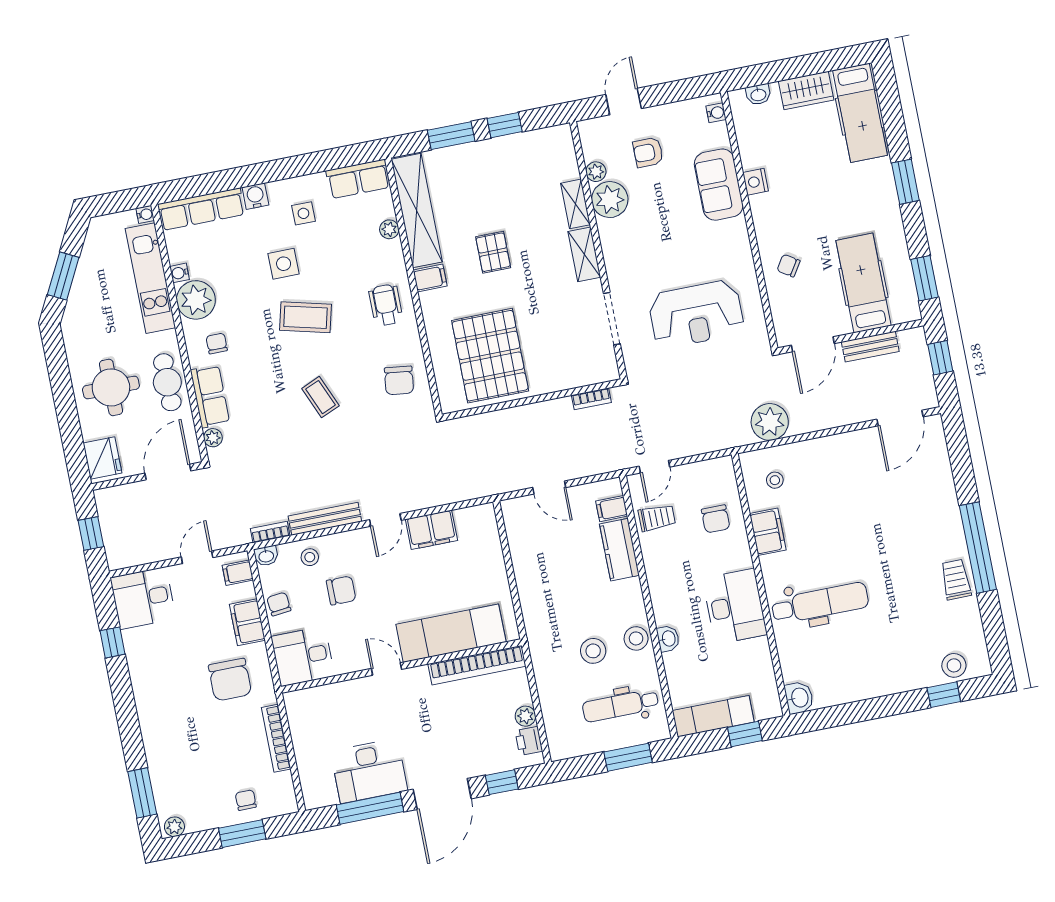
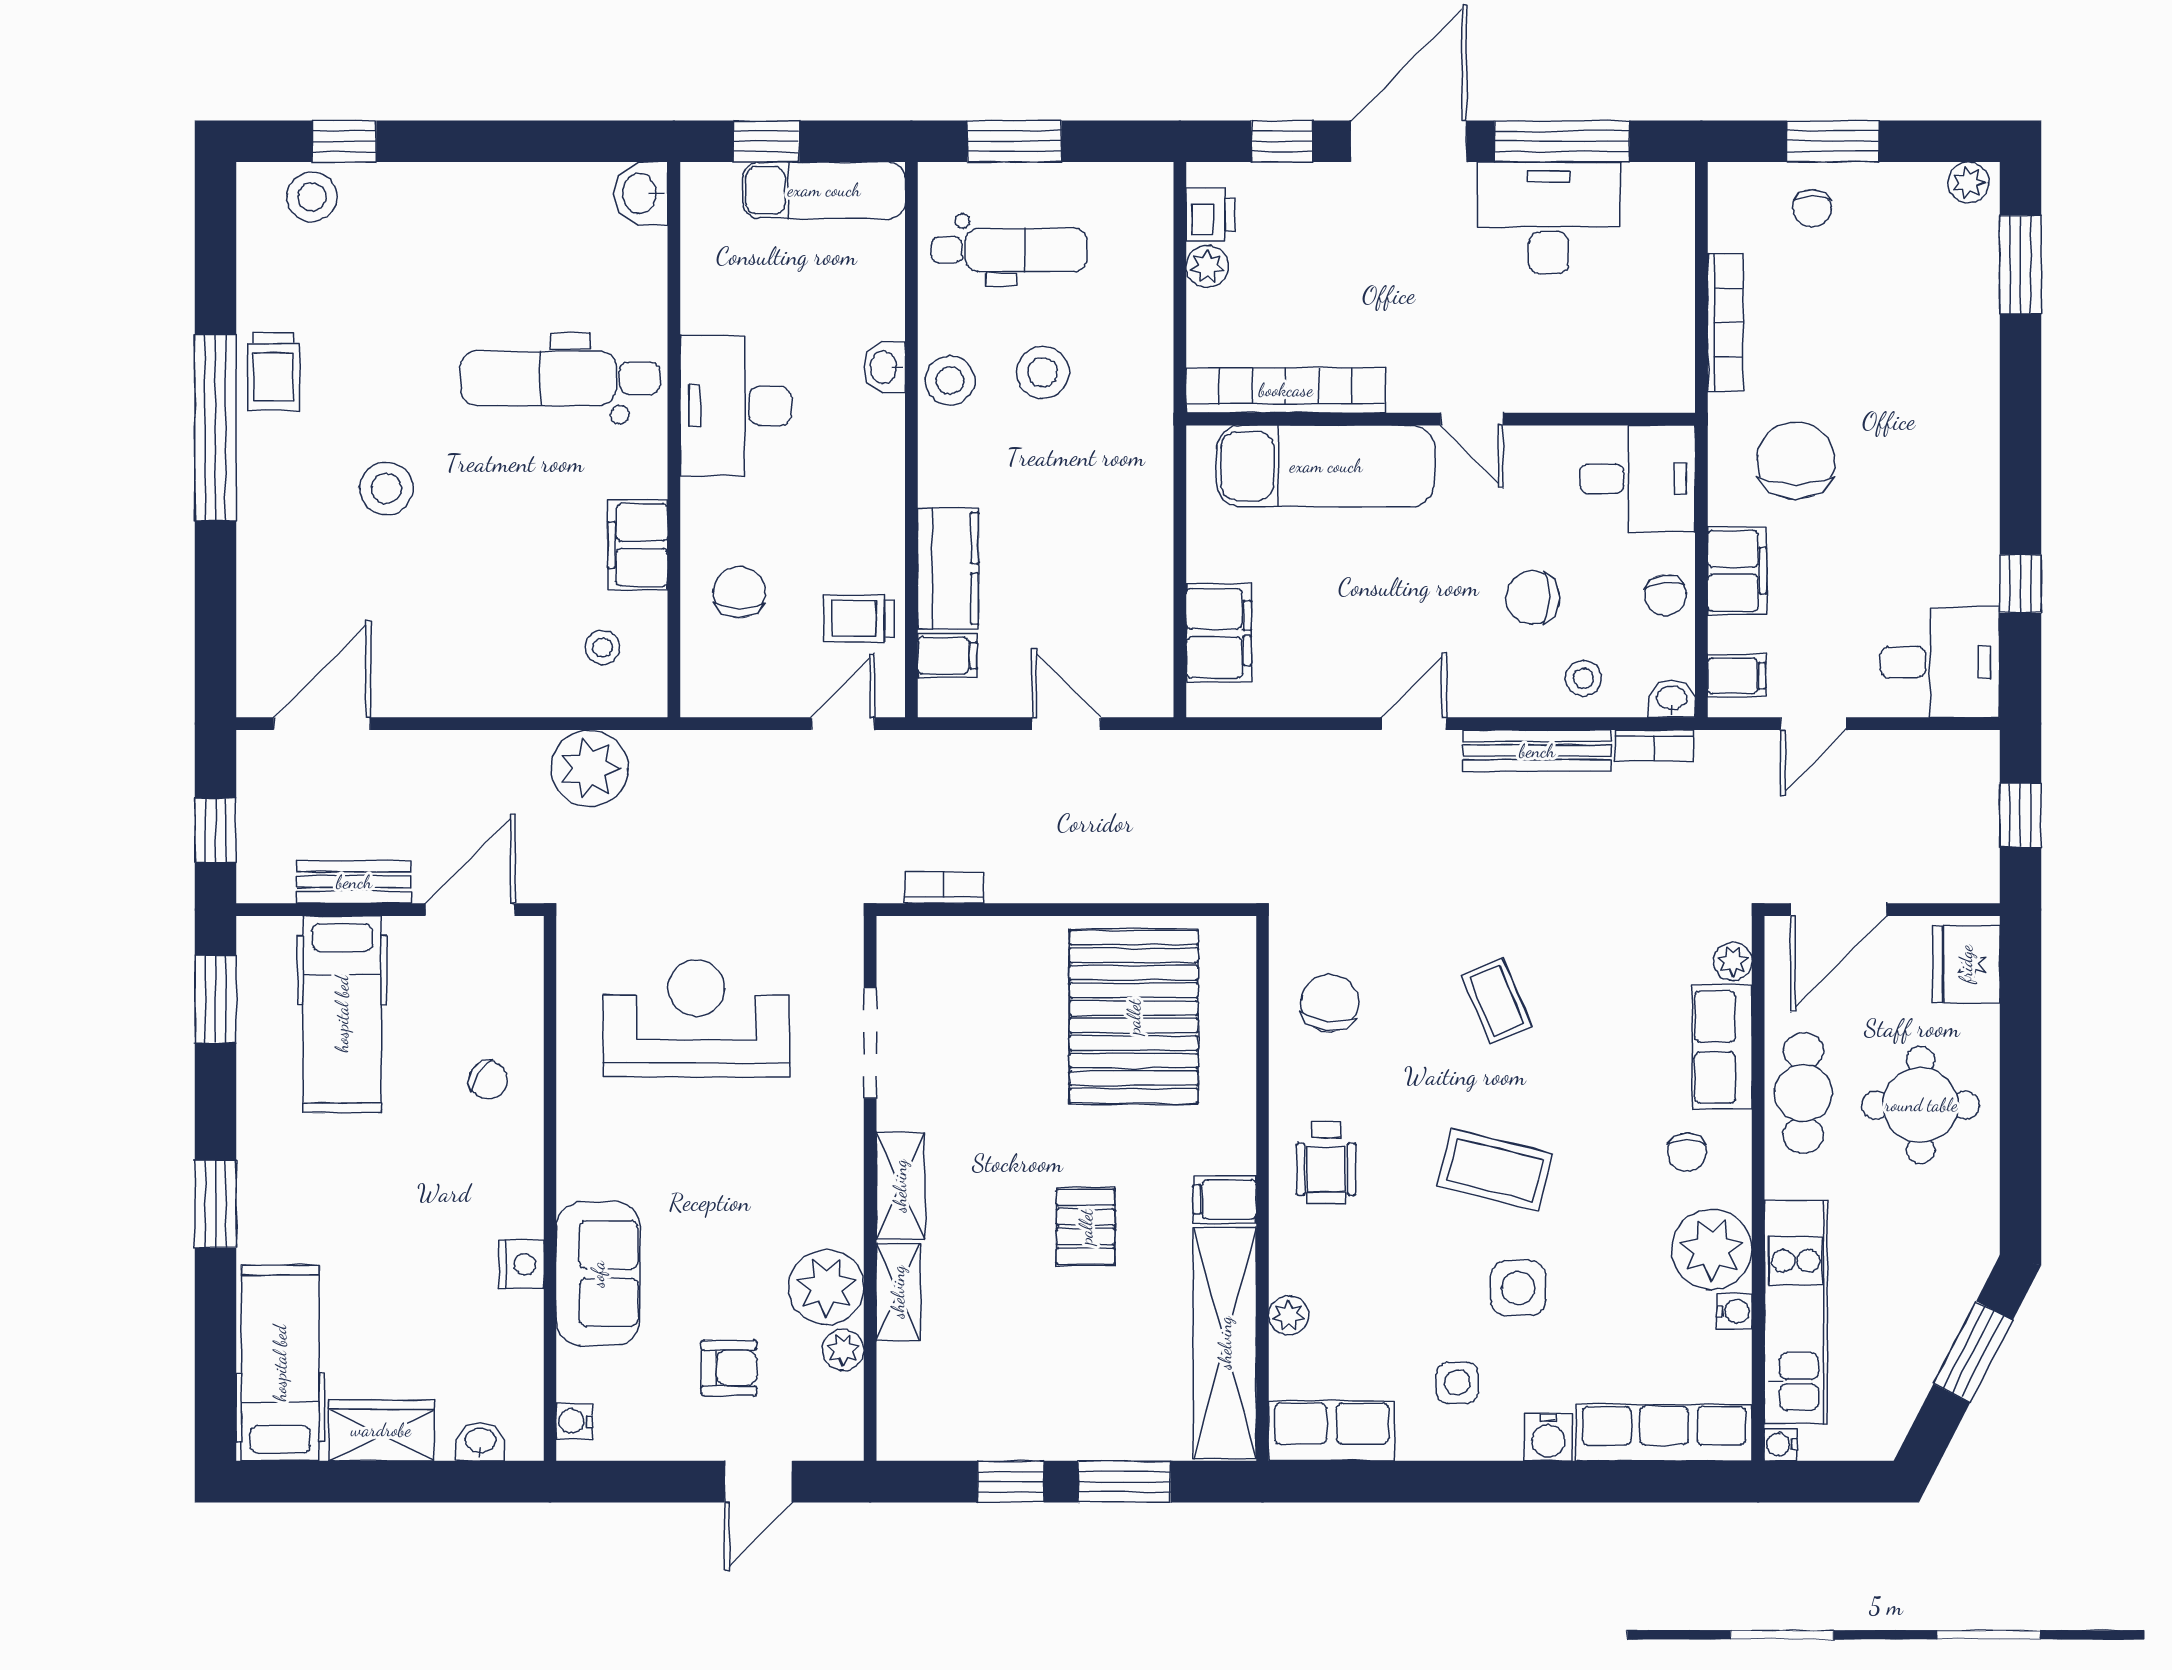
filing cabinet: (431, 530) -> (1219, 633), moved, turned 90
stool: (892, 535) -> (386, 488), added

